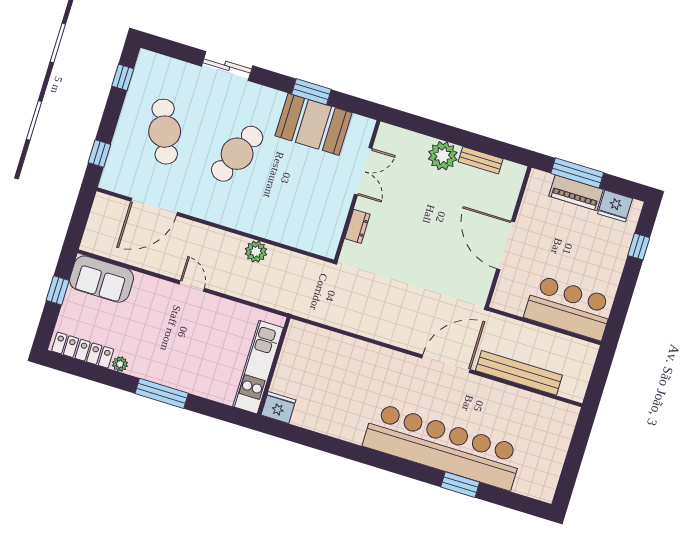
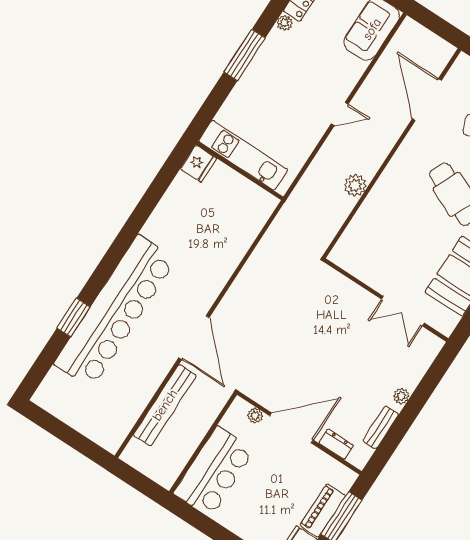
plant: (443, 156) -> (401, 396), width x0.53, depth x0.53
dresser: (357, 226) -> (336, 444), moved, turned 180
plant: (504, 284) -> (255, 416), added

